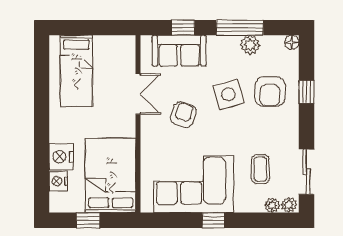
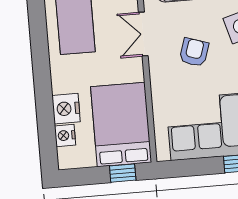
double door: (138, 94) -> (143, 34), swing flipped
window: (88, 220) -> (123, 173), moved

